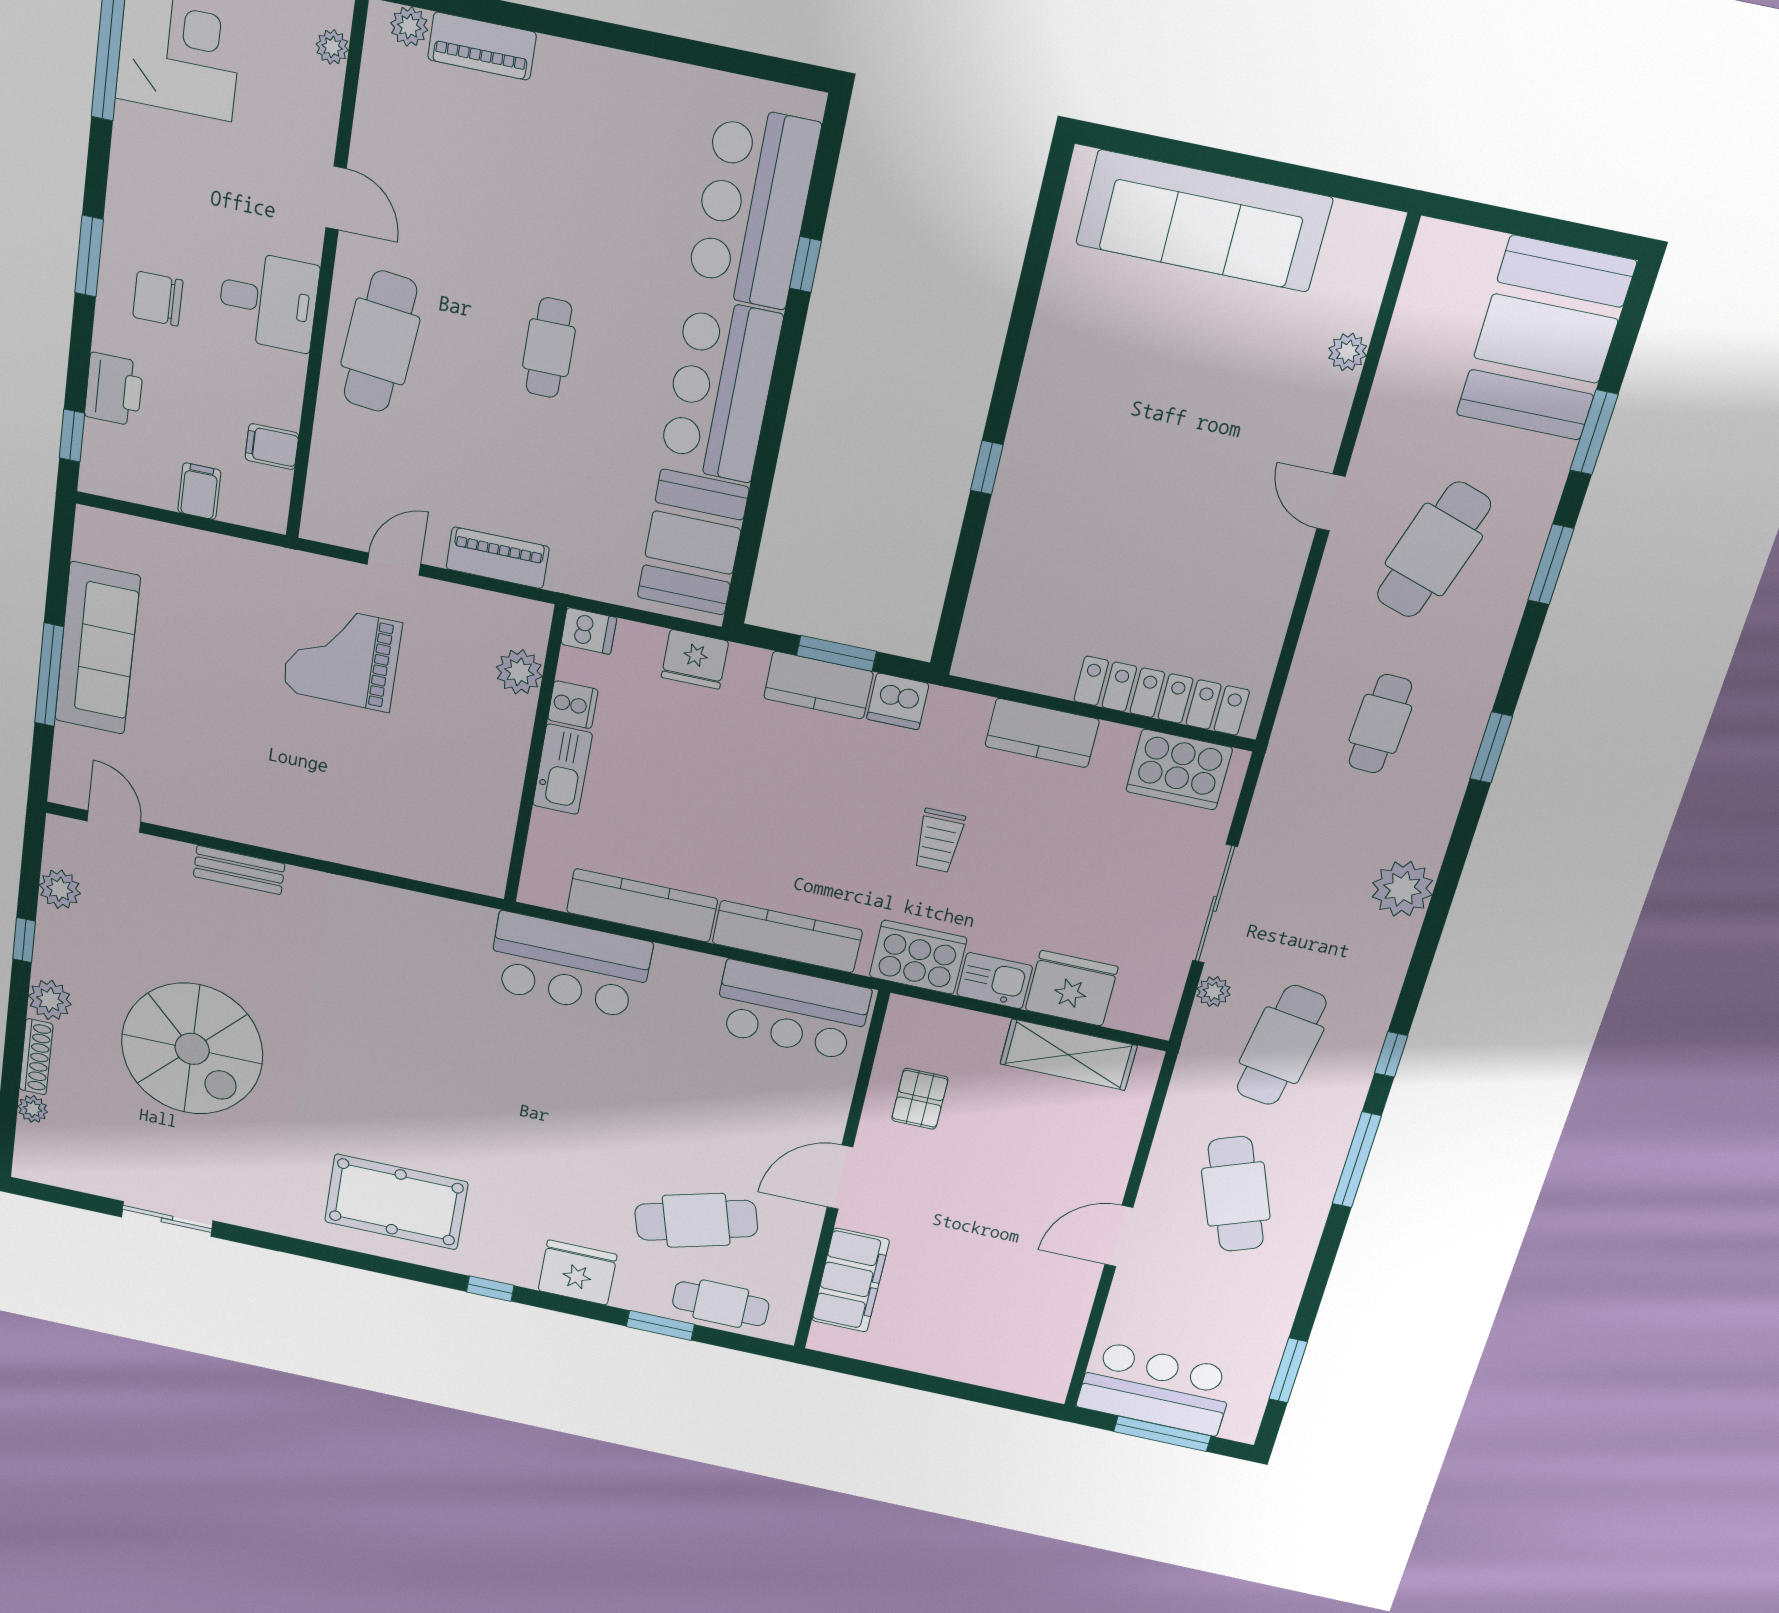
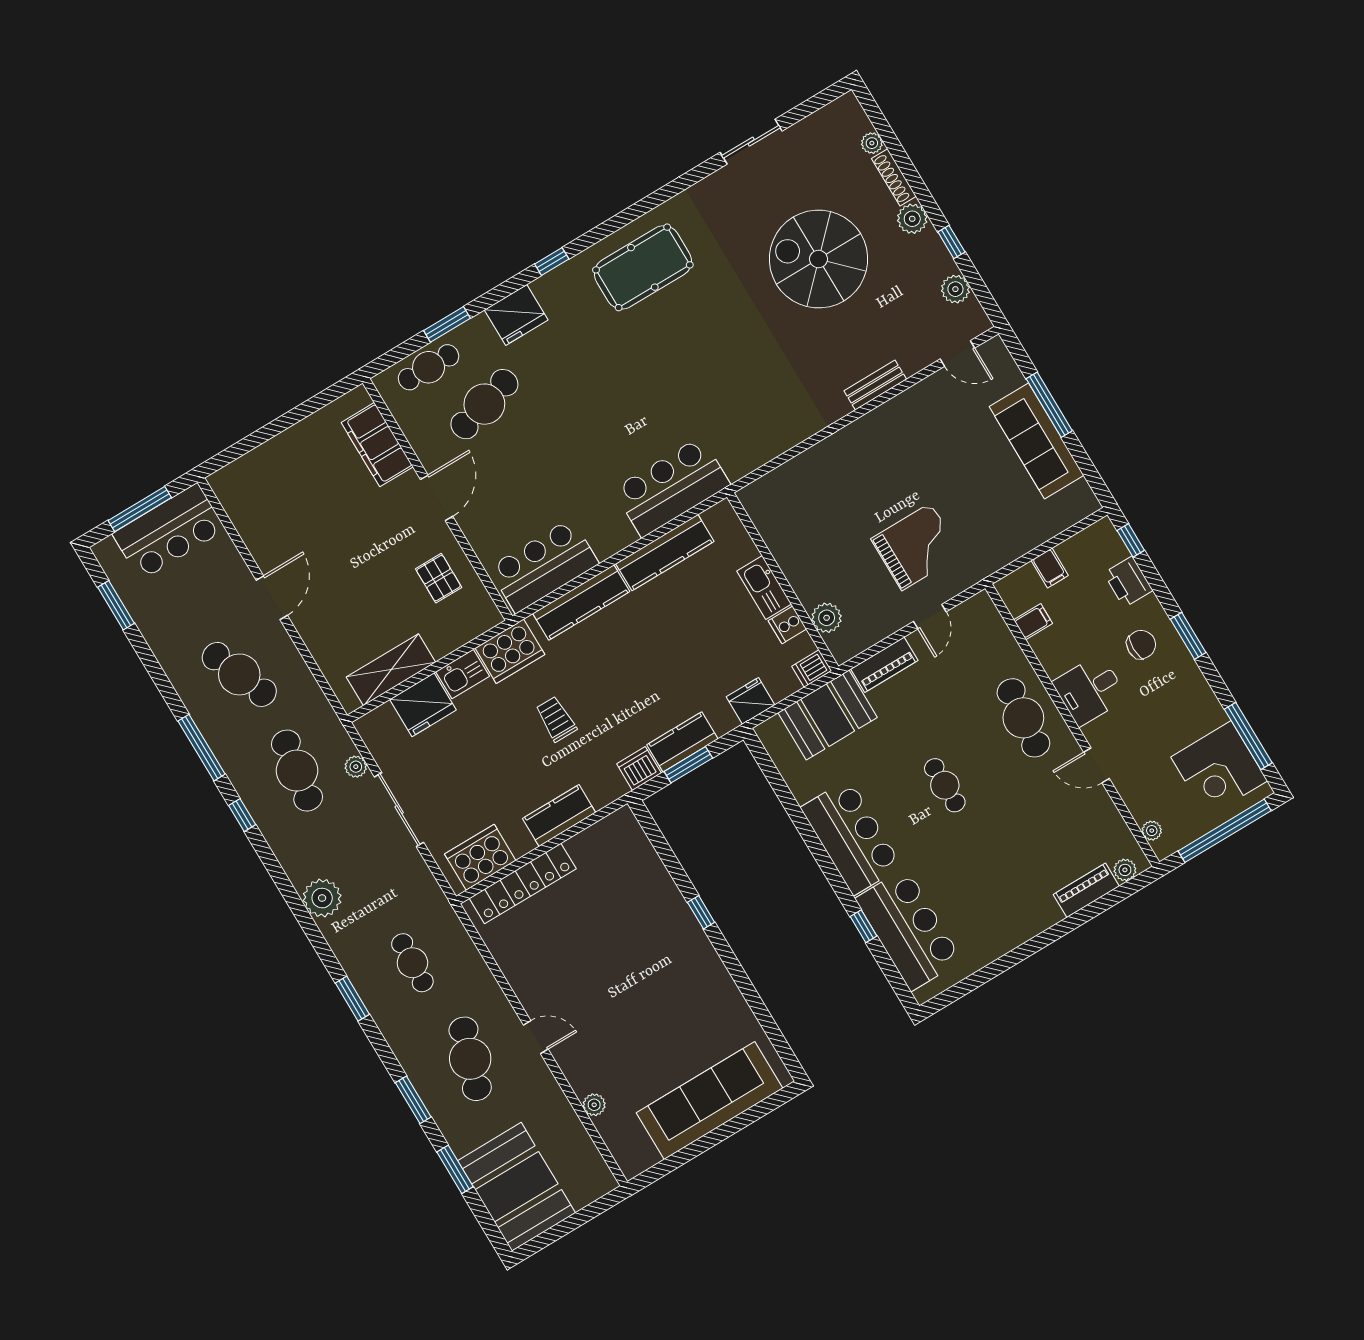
booth: (693, 543) -> (828, 715), moved, turned 90

